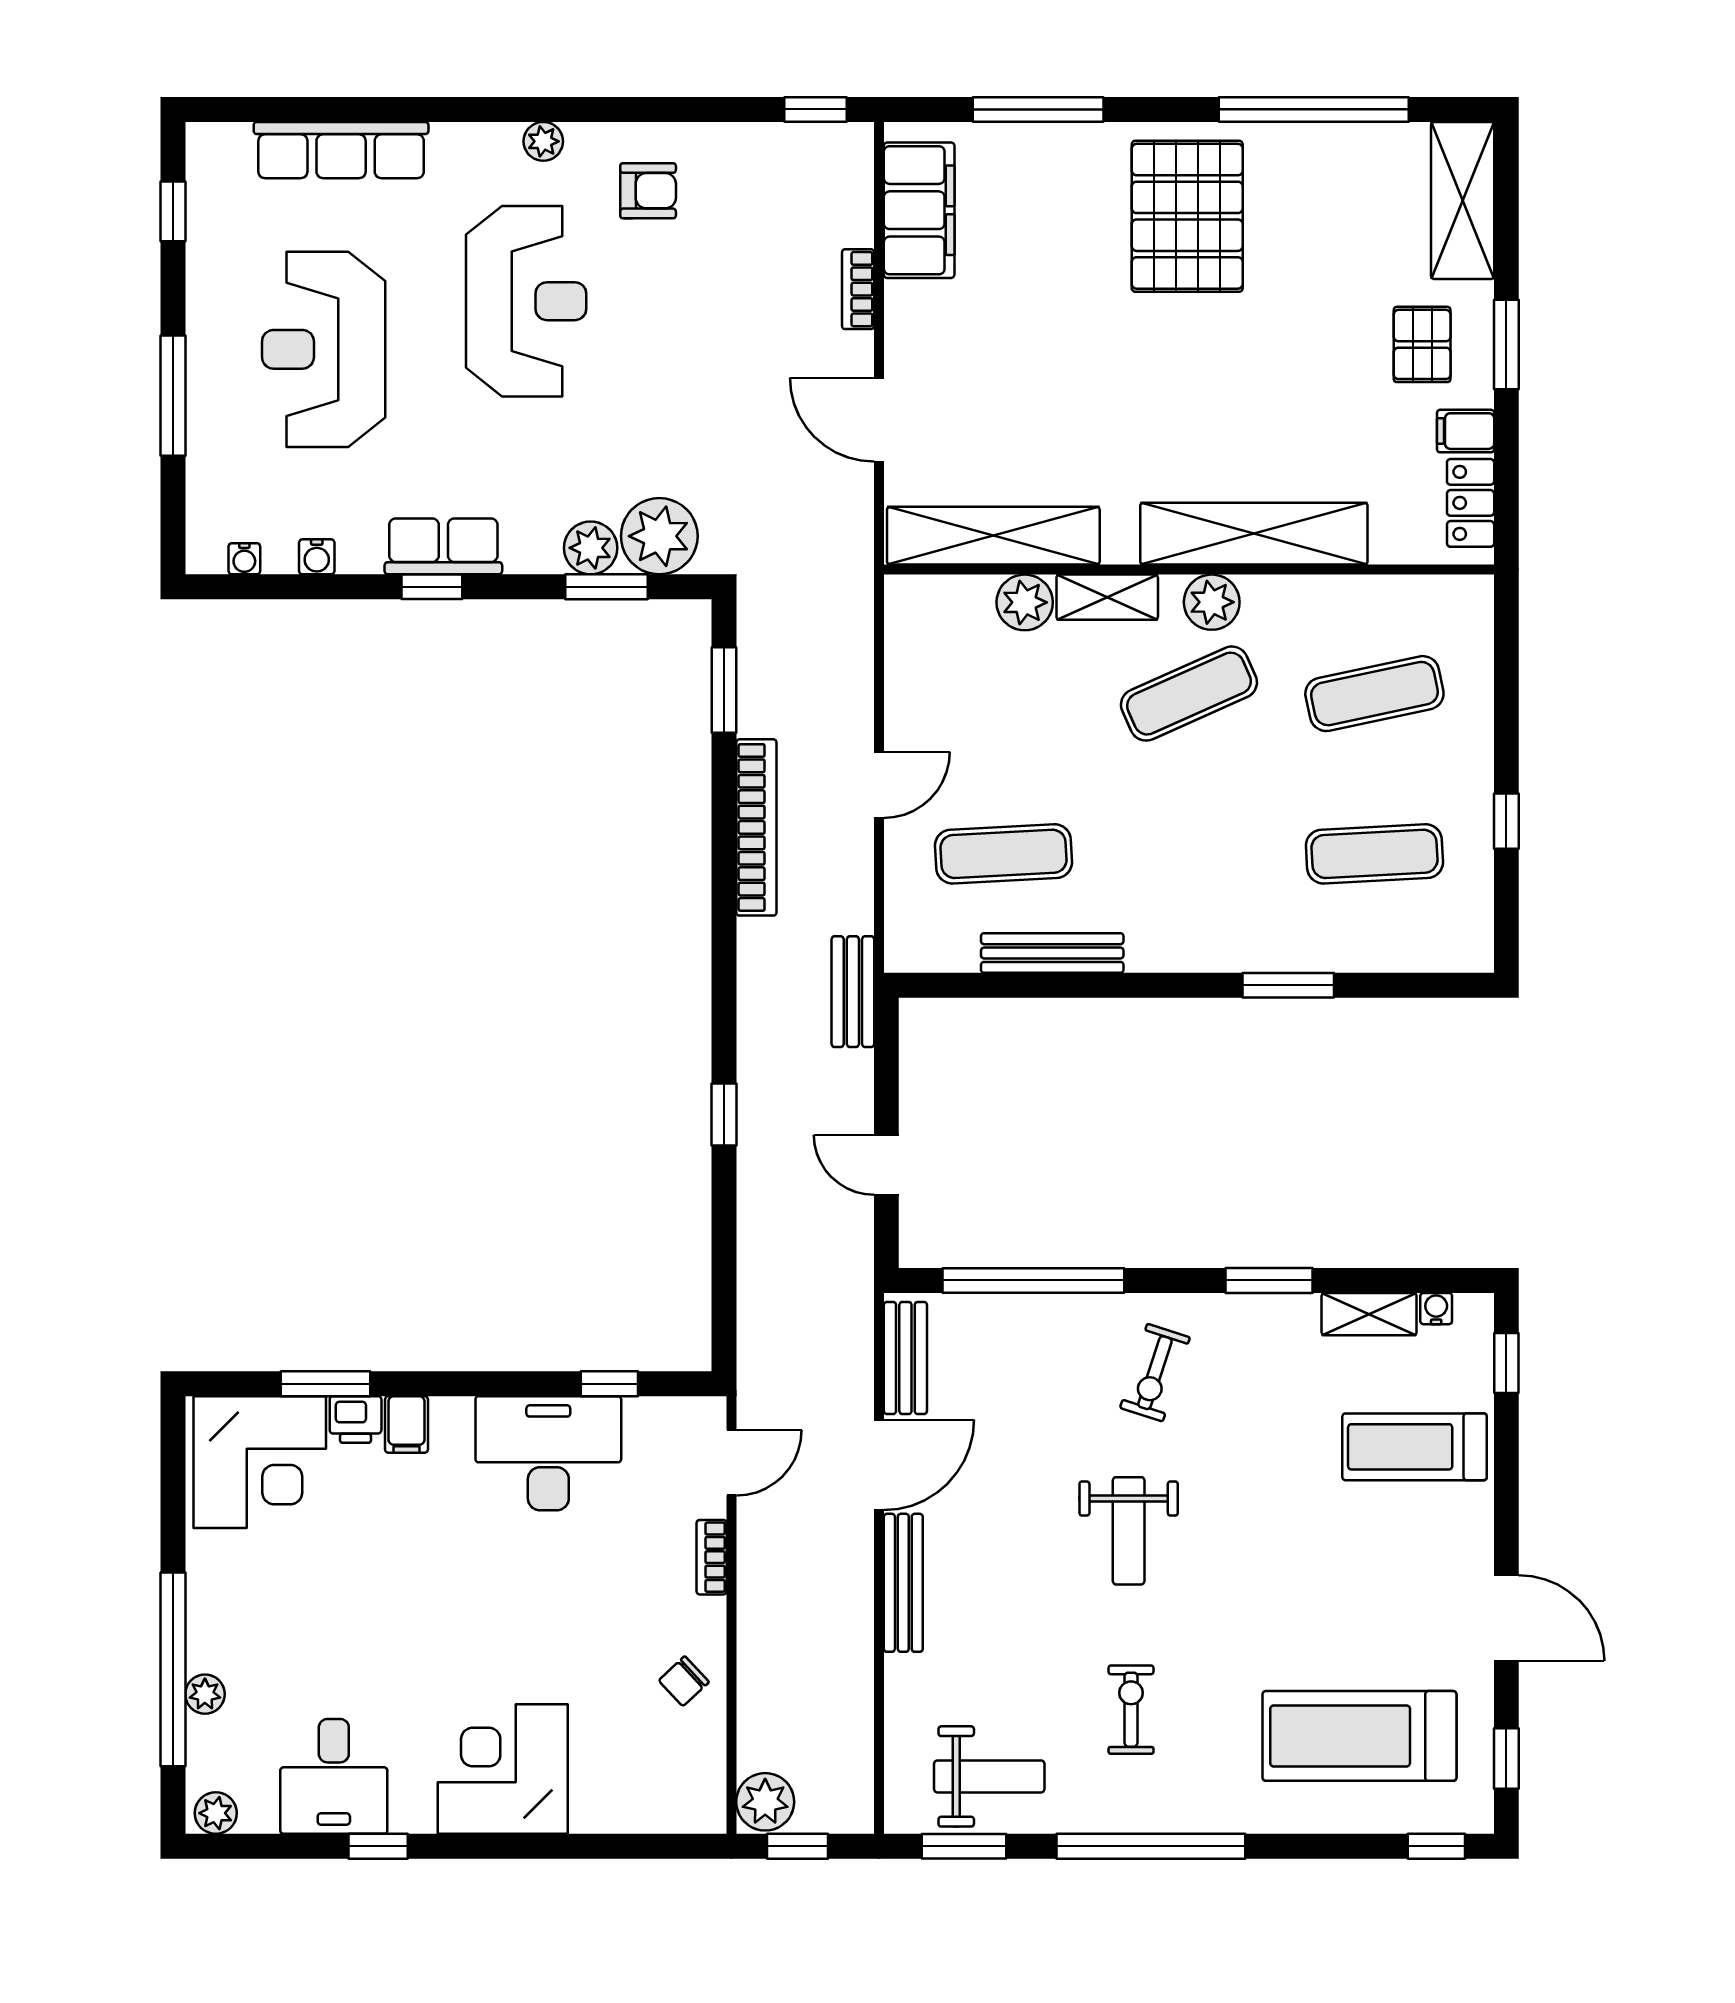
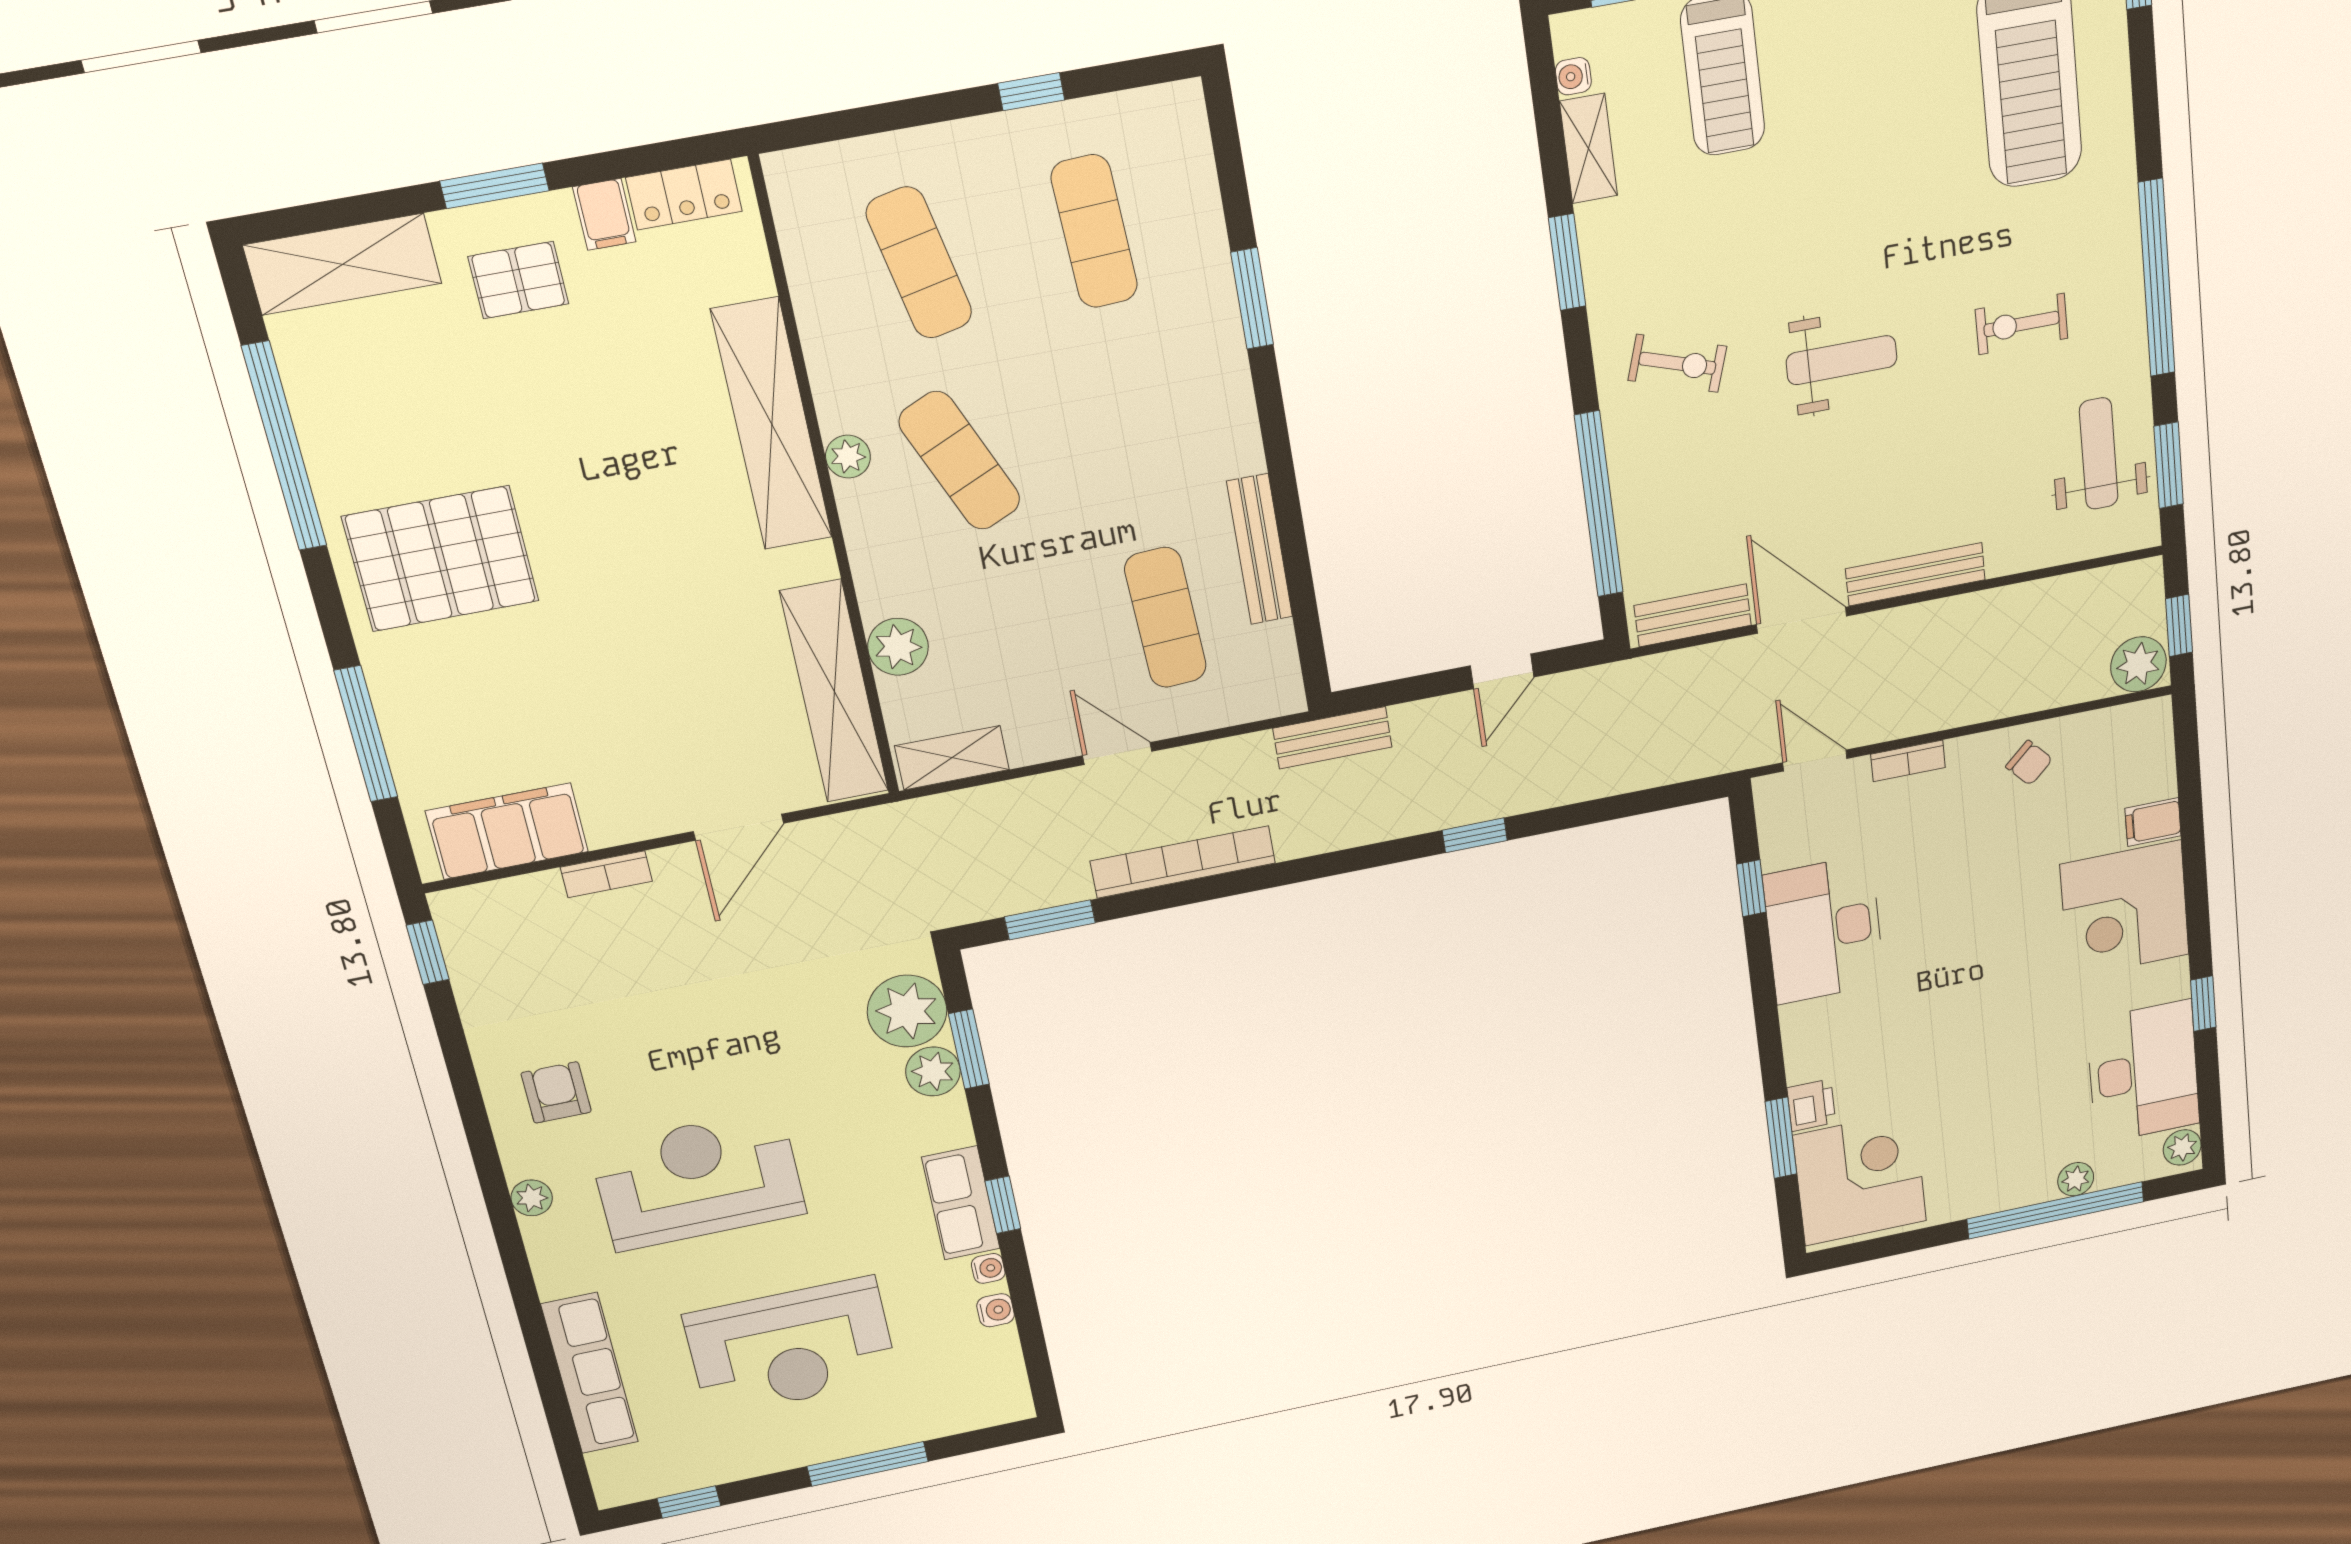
water cooler: (244, 559) -> (988, 1268), moved
shelving: (1107, 597) -> (952, 758), moved, turned 90
plant: (1212, 602) -> (848, 457), width x0.73, depth x0.73
filing cabinet: (407, 1424) -> (2153, 822), moved, turned 180
desk: (334, 1776) -> (2143, 1072), width x1.37

